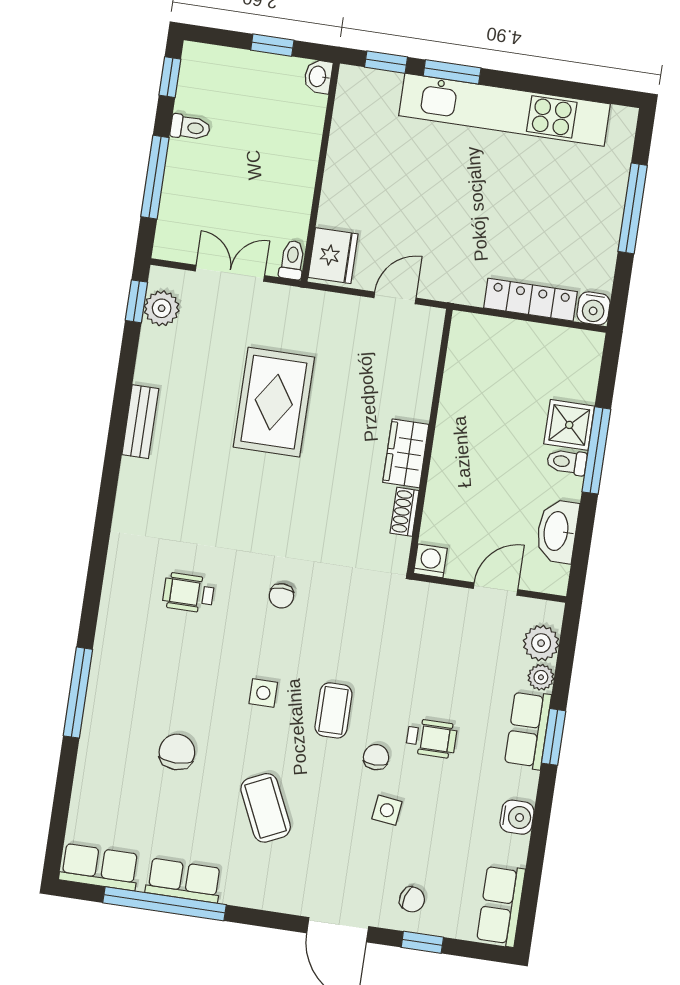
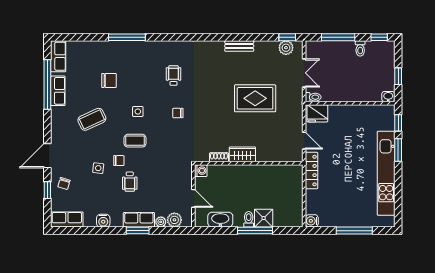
locker: (531, 300) -> (312, 171), moved

